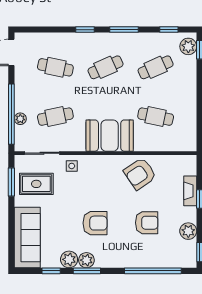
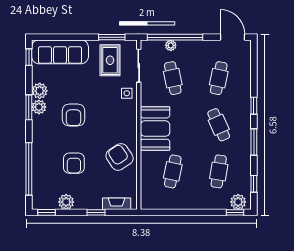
cafe table: (156, 67) -> (219, 171), turned 33
fireplace: (190, 191) -> (117, 204), moved
window: (51, 271) -> (29, 57), moved

